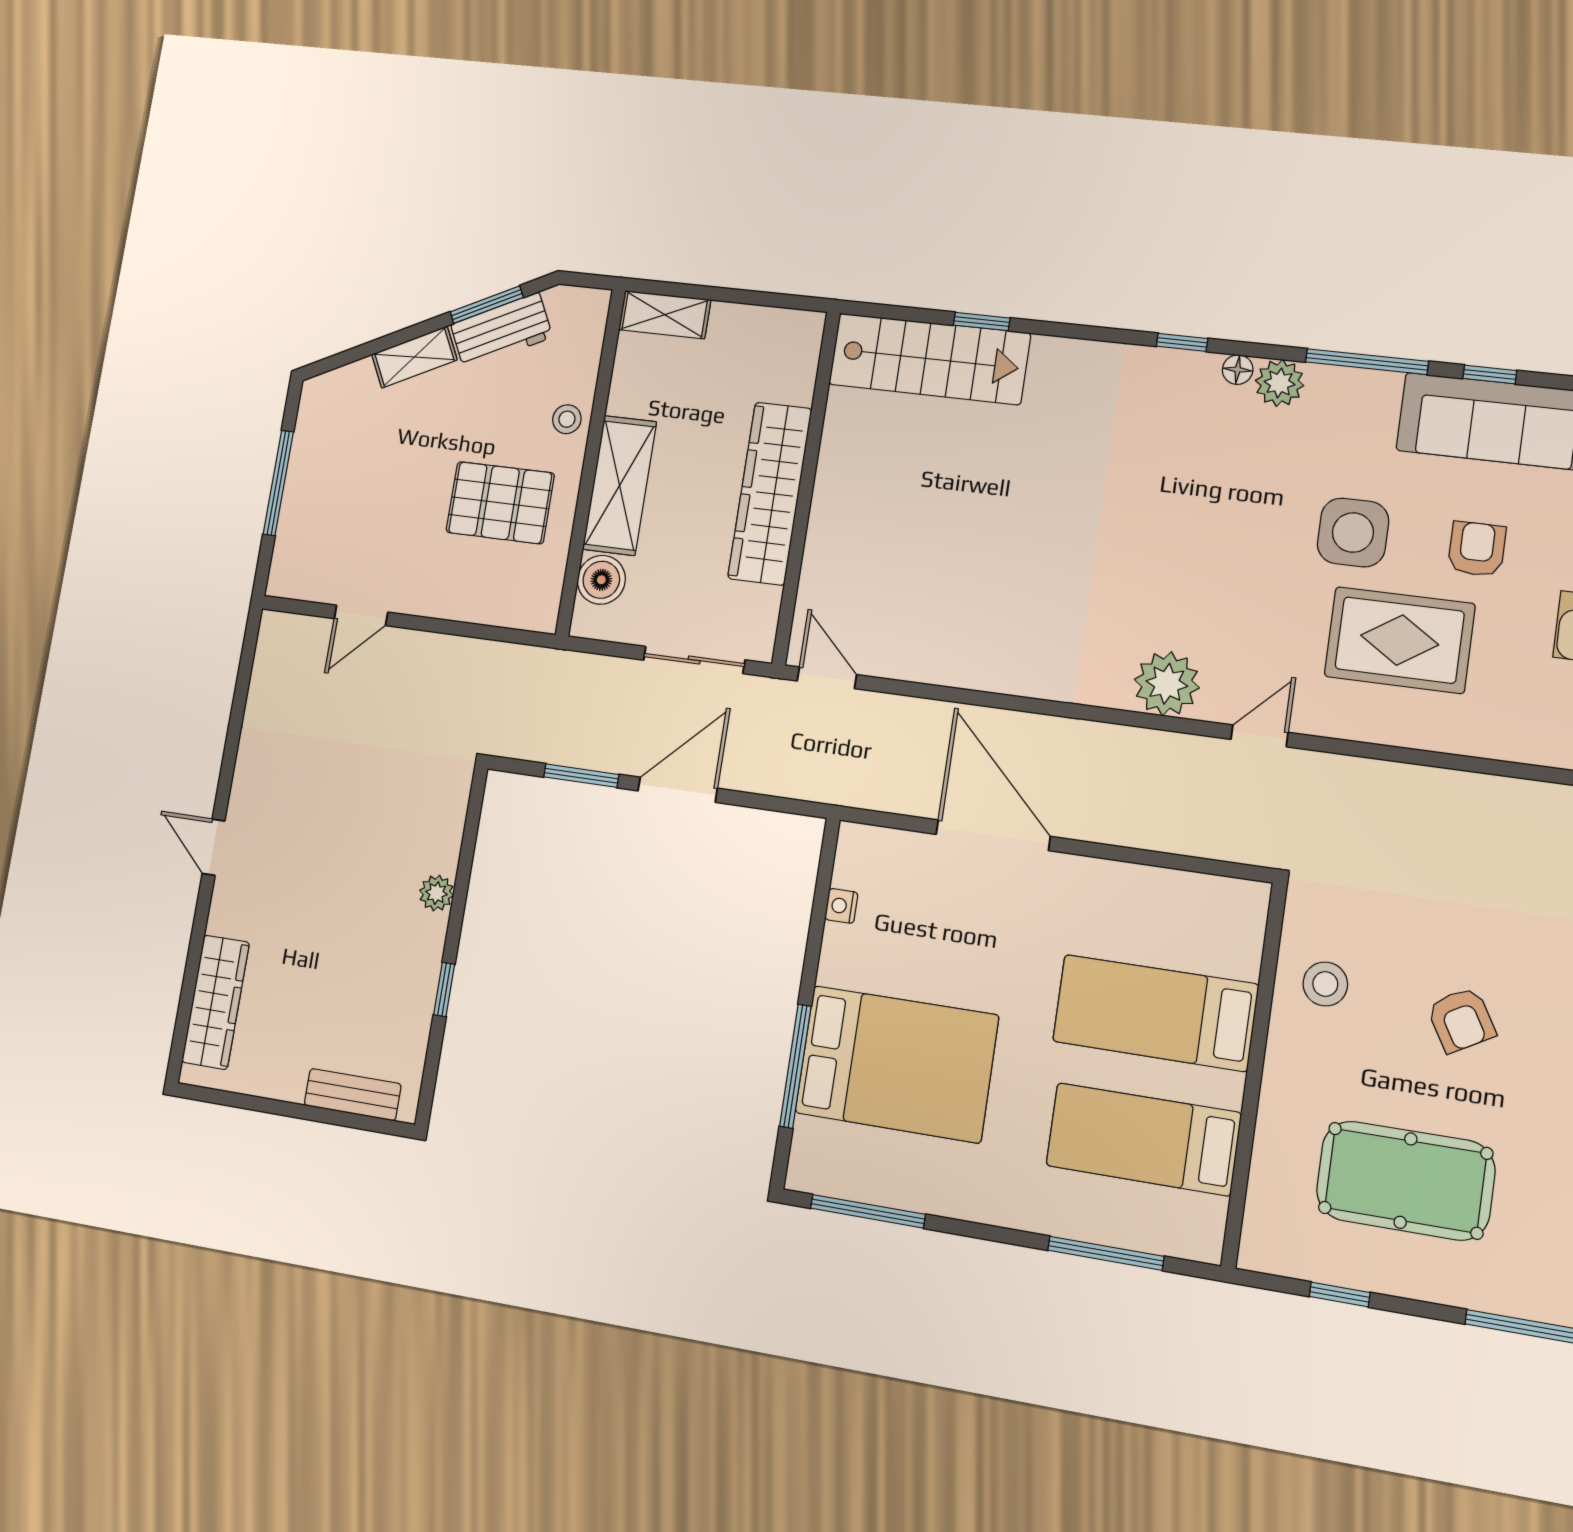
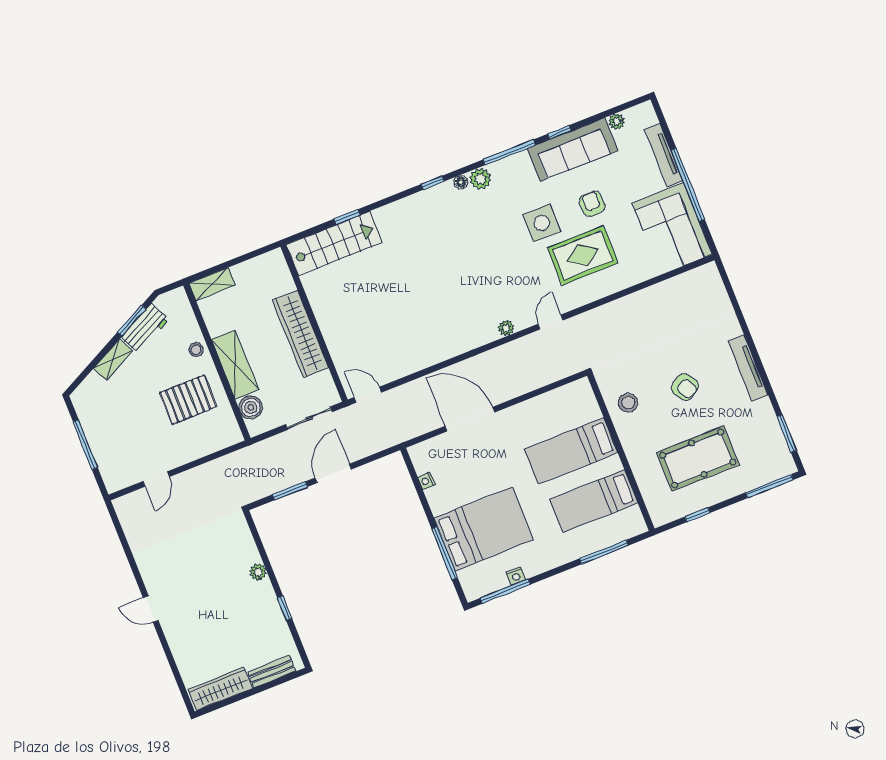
plant: (1167, 684) -> (506, 328), width x0.53, depth x0.53
wardrobe: (216, 1002) -> (220, 689), moved, turned -90
nightstand: (905, 1194) -> (516, 576), added

